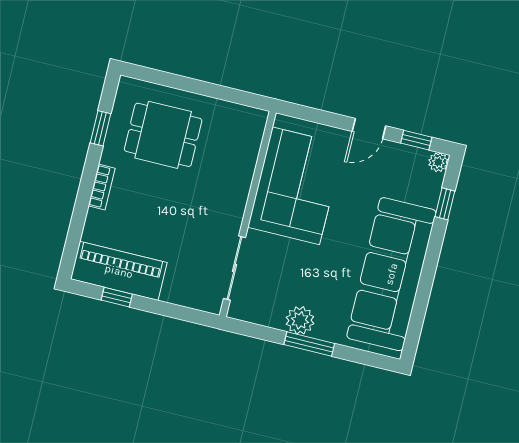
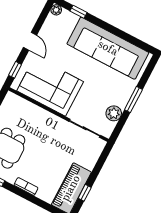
window: (416, 140) -> (15, 70), moved
plant: (300, 320) -> (114, 113), moved

